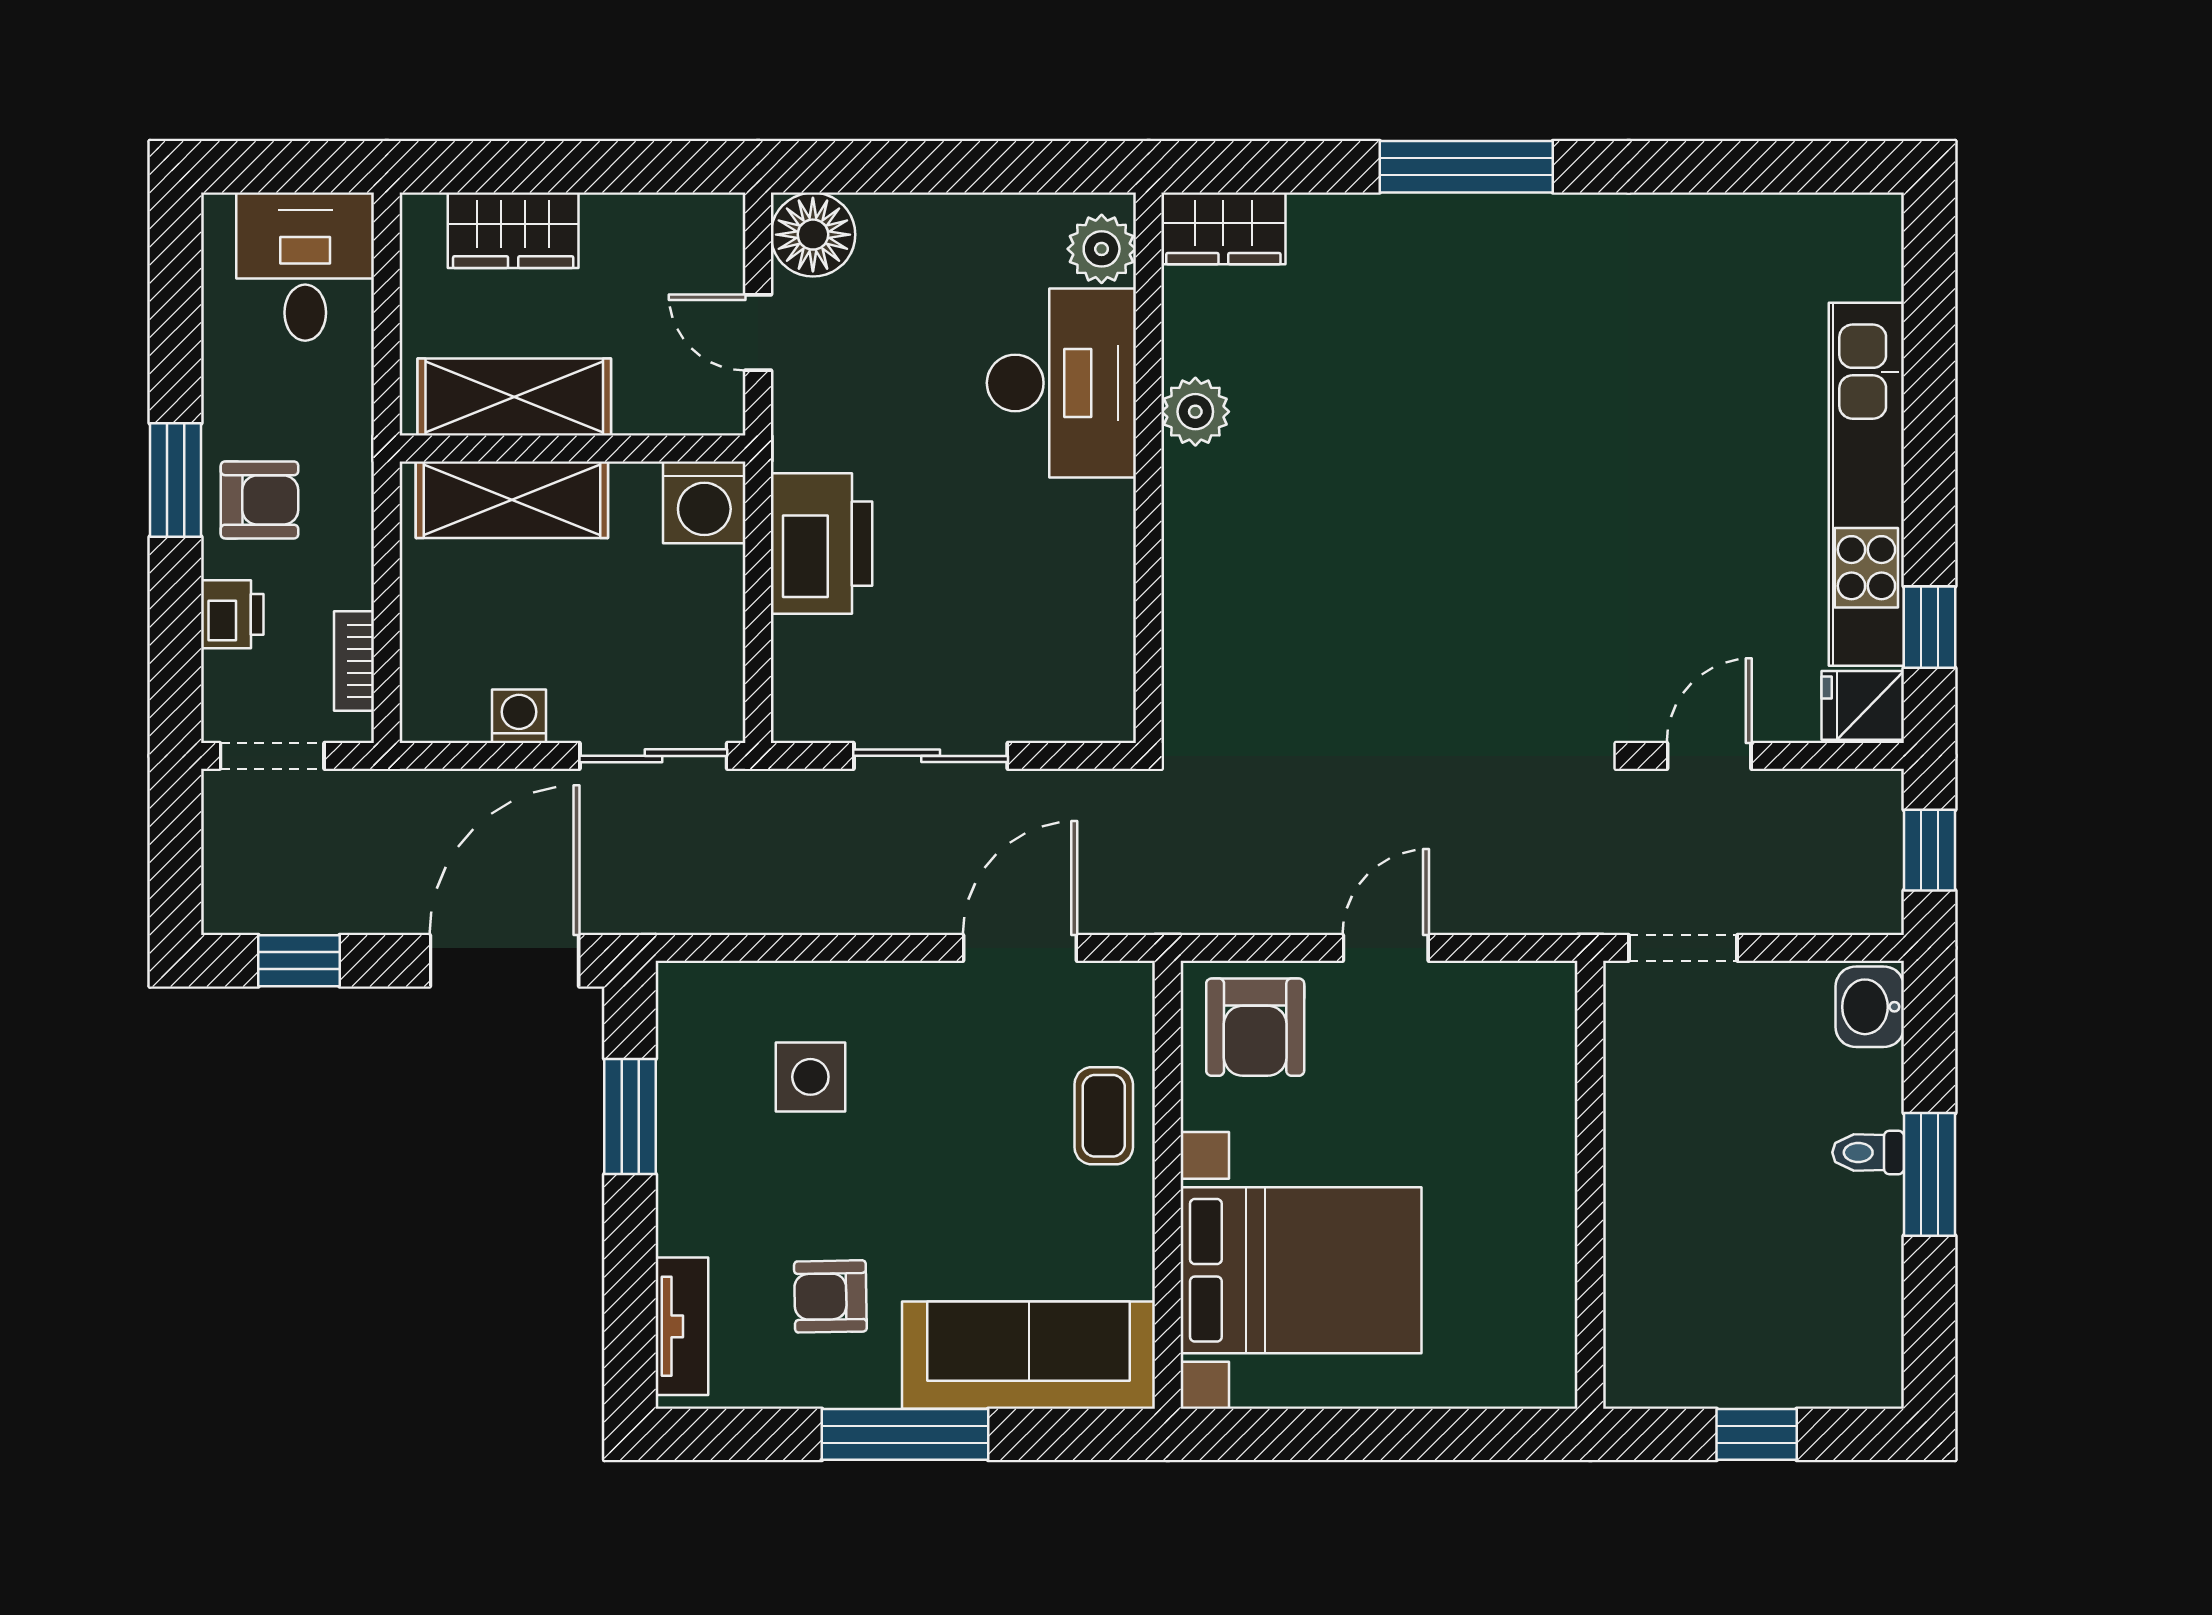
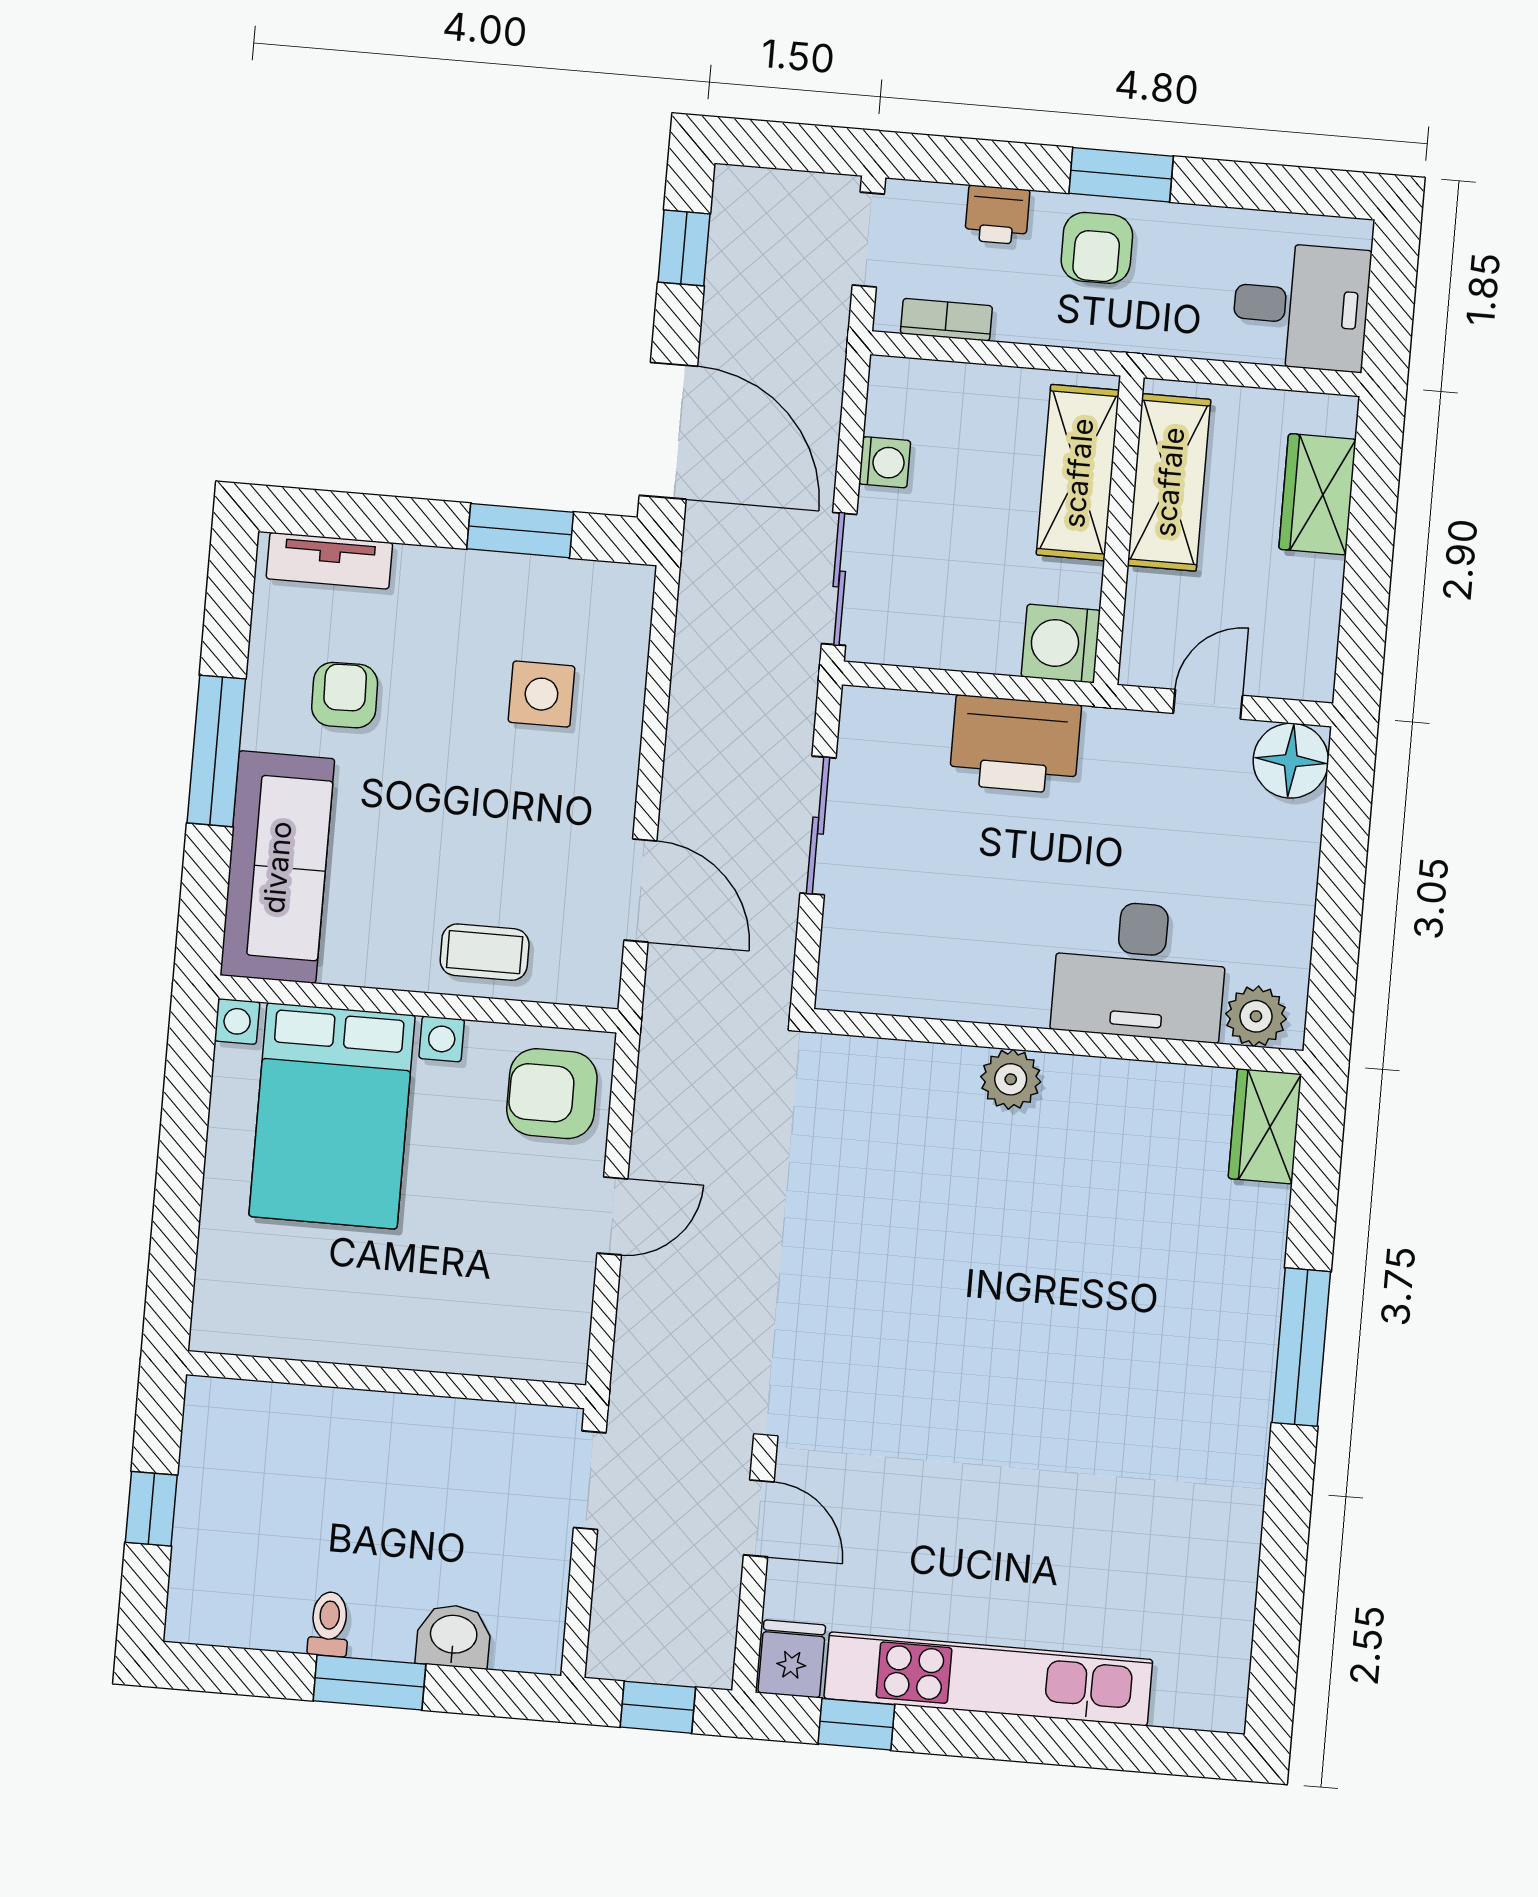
plant: (1195, 412) -> (1011, 1079), moved
door: (1386, 948) -> (612, 1216), hinge flipped
washbasin: (1870, 1007) -> (454, 1636), moved
toilet: (1868, 1152) -> (329, 1624), moved

